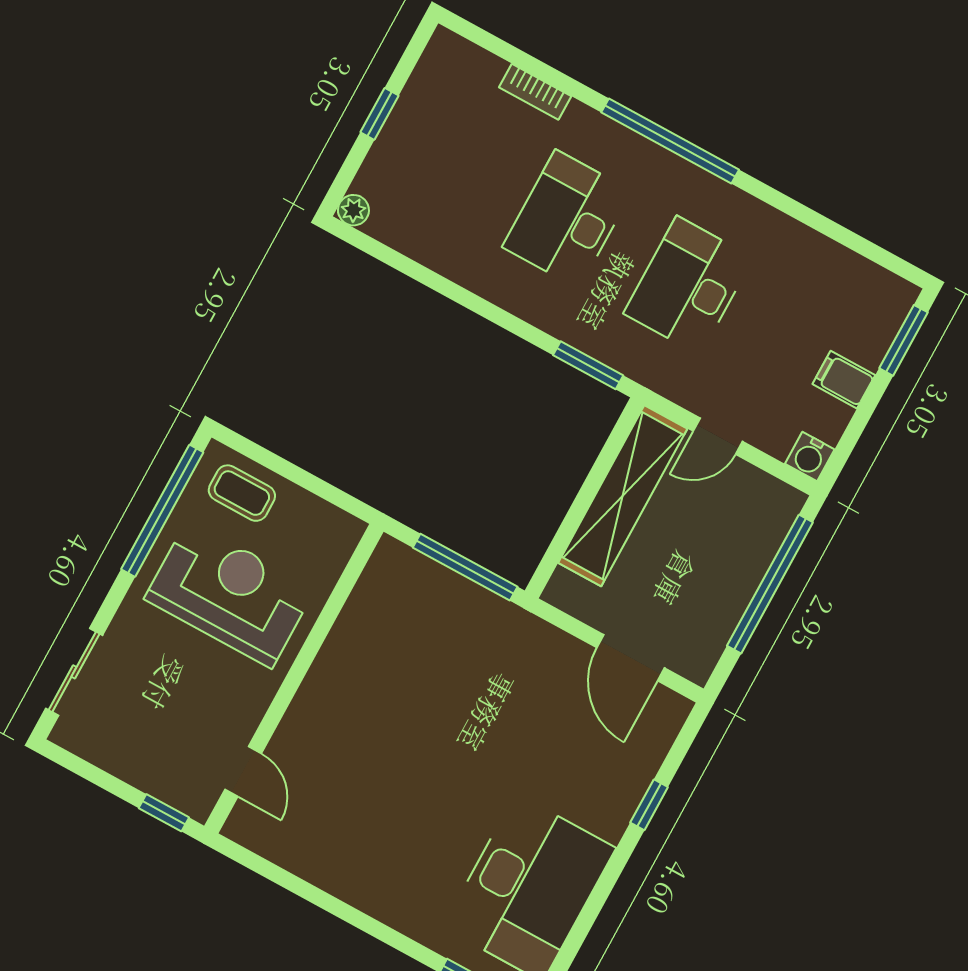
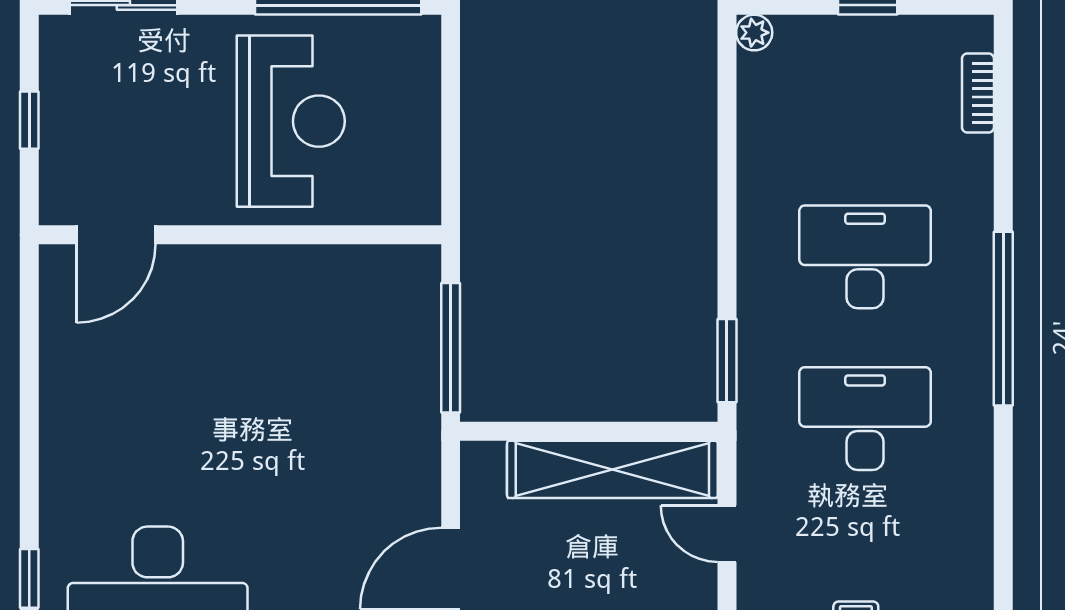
bookcase: (535, 92) -> (978, 93), moved
coffee table: (242, 493) -> (401, 77), removed
door: (243, 772) -> (116, 235), width x1.38
window: (164, 813) -> (29, 120), moved

